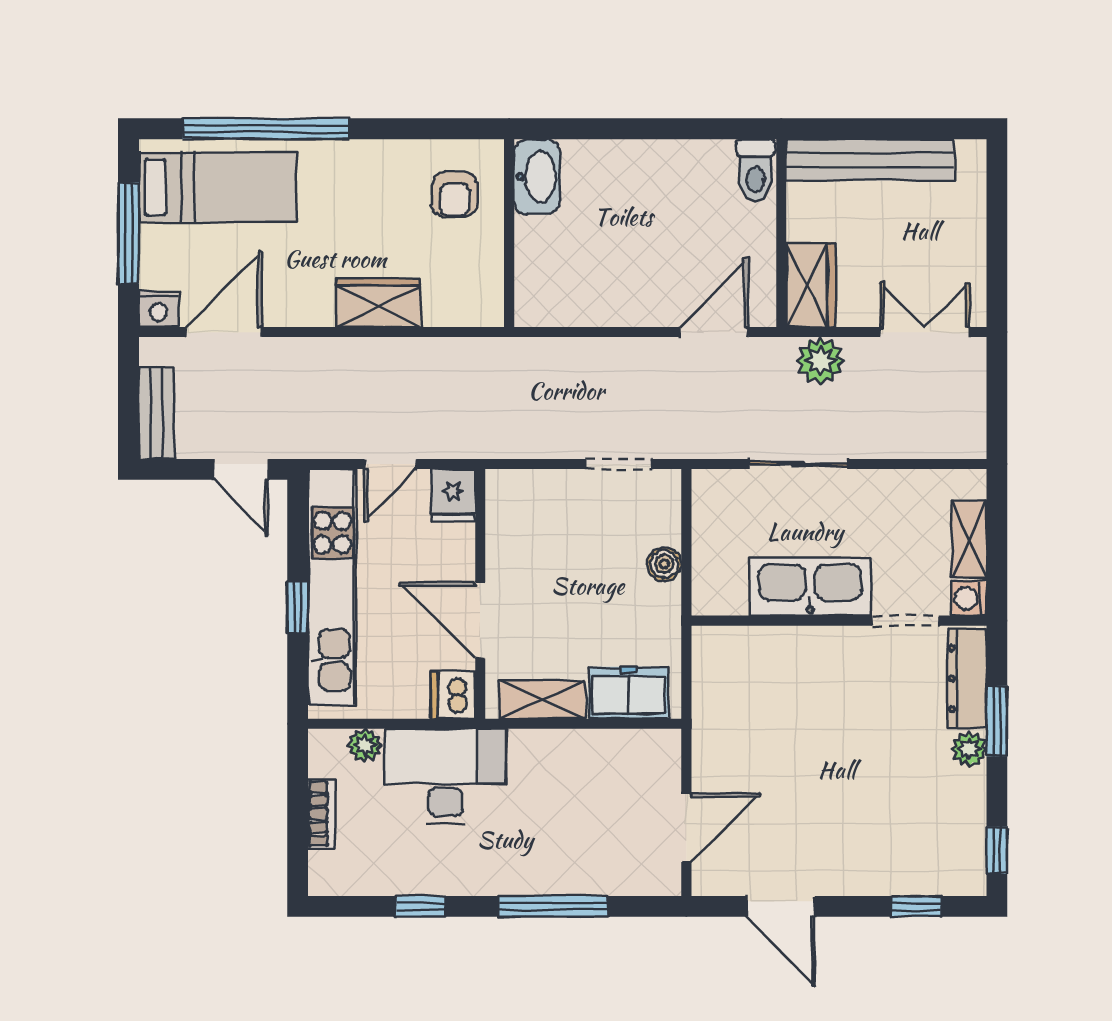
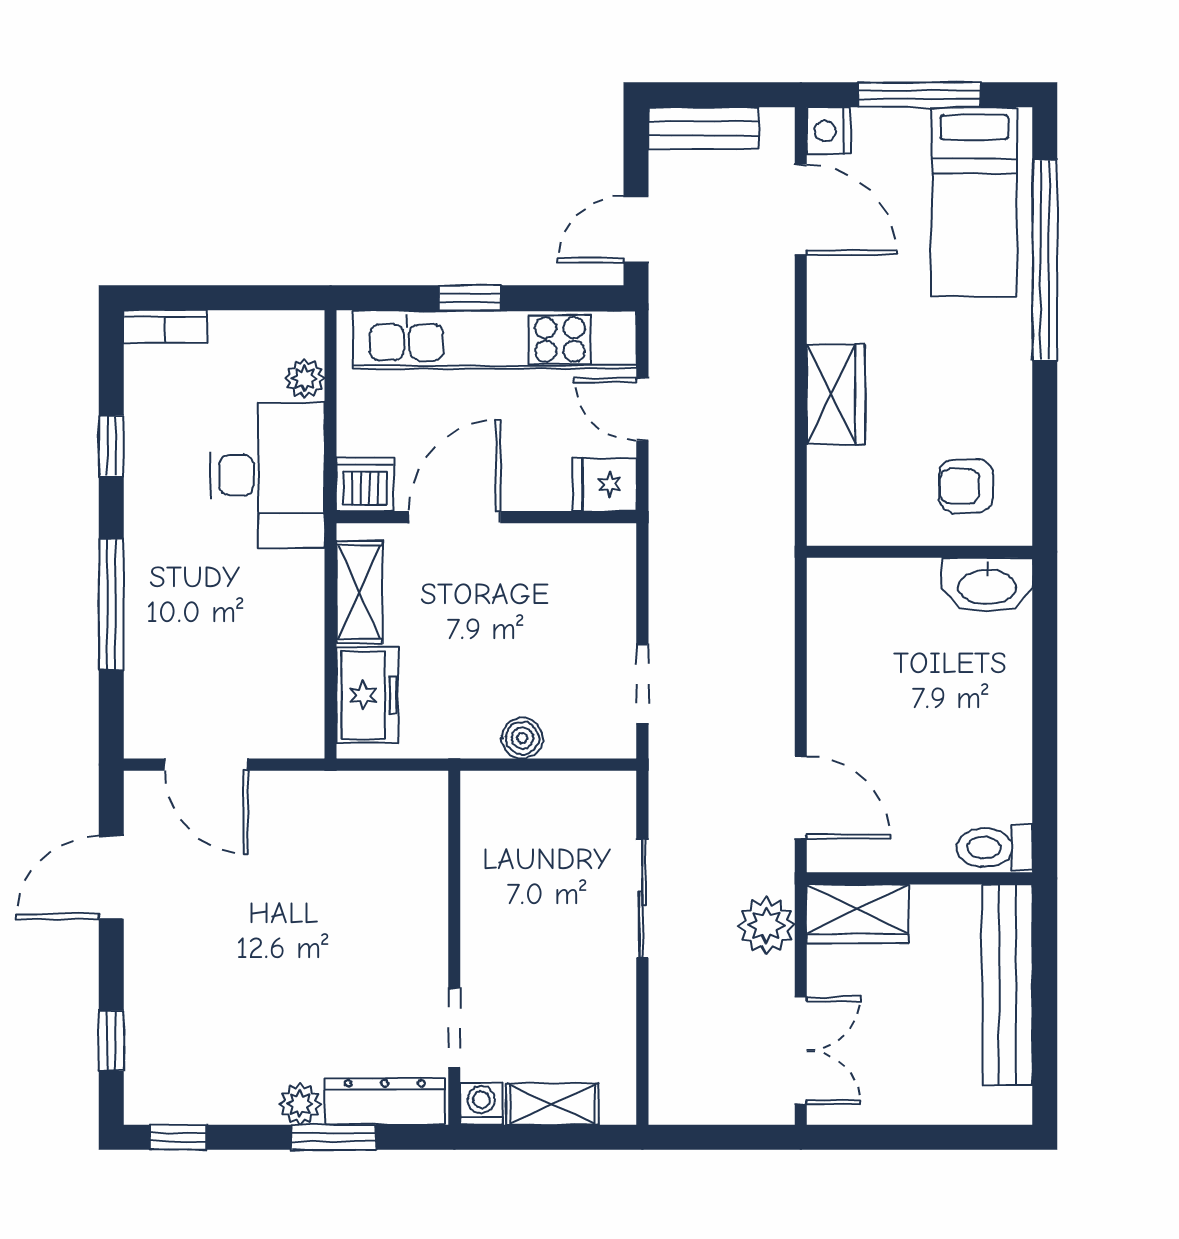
kitchen sink: (810, 586) -> (495, 913), removed
bookcase: (322, 814) -> (165, 327), moved

